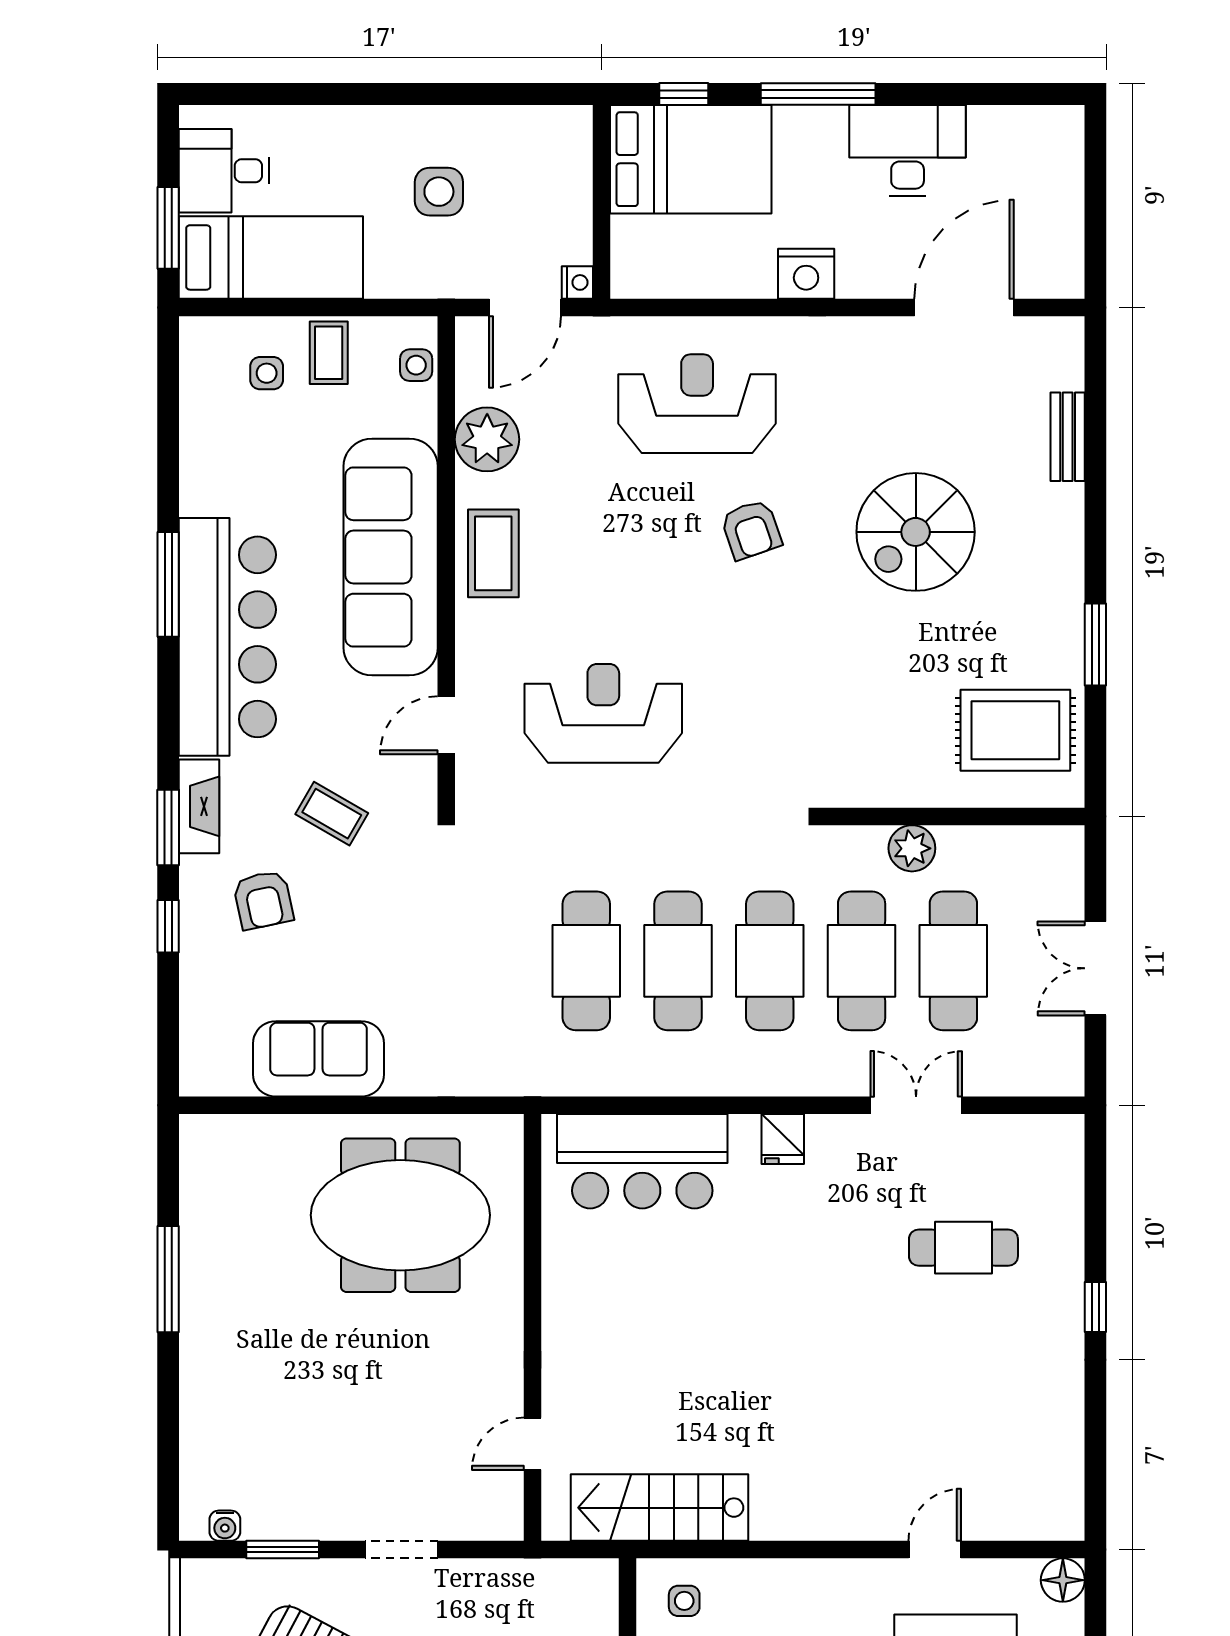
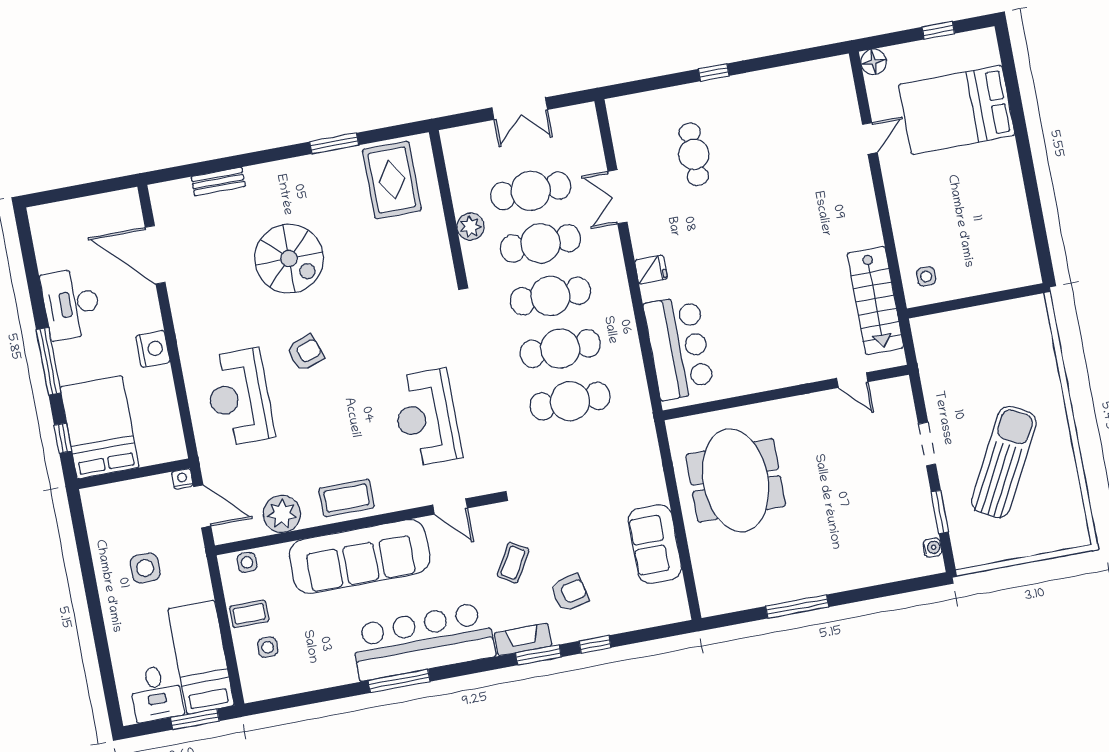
door: (935, 1550) -> (870, 138), swing flipped

